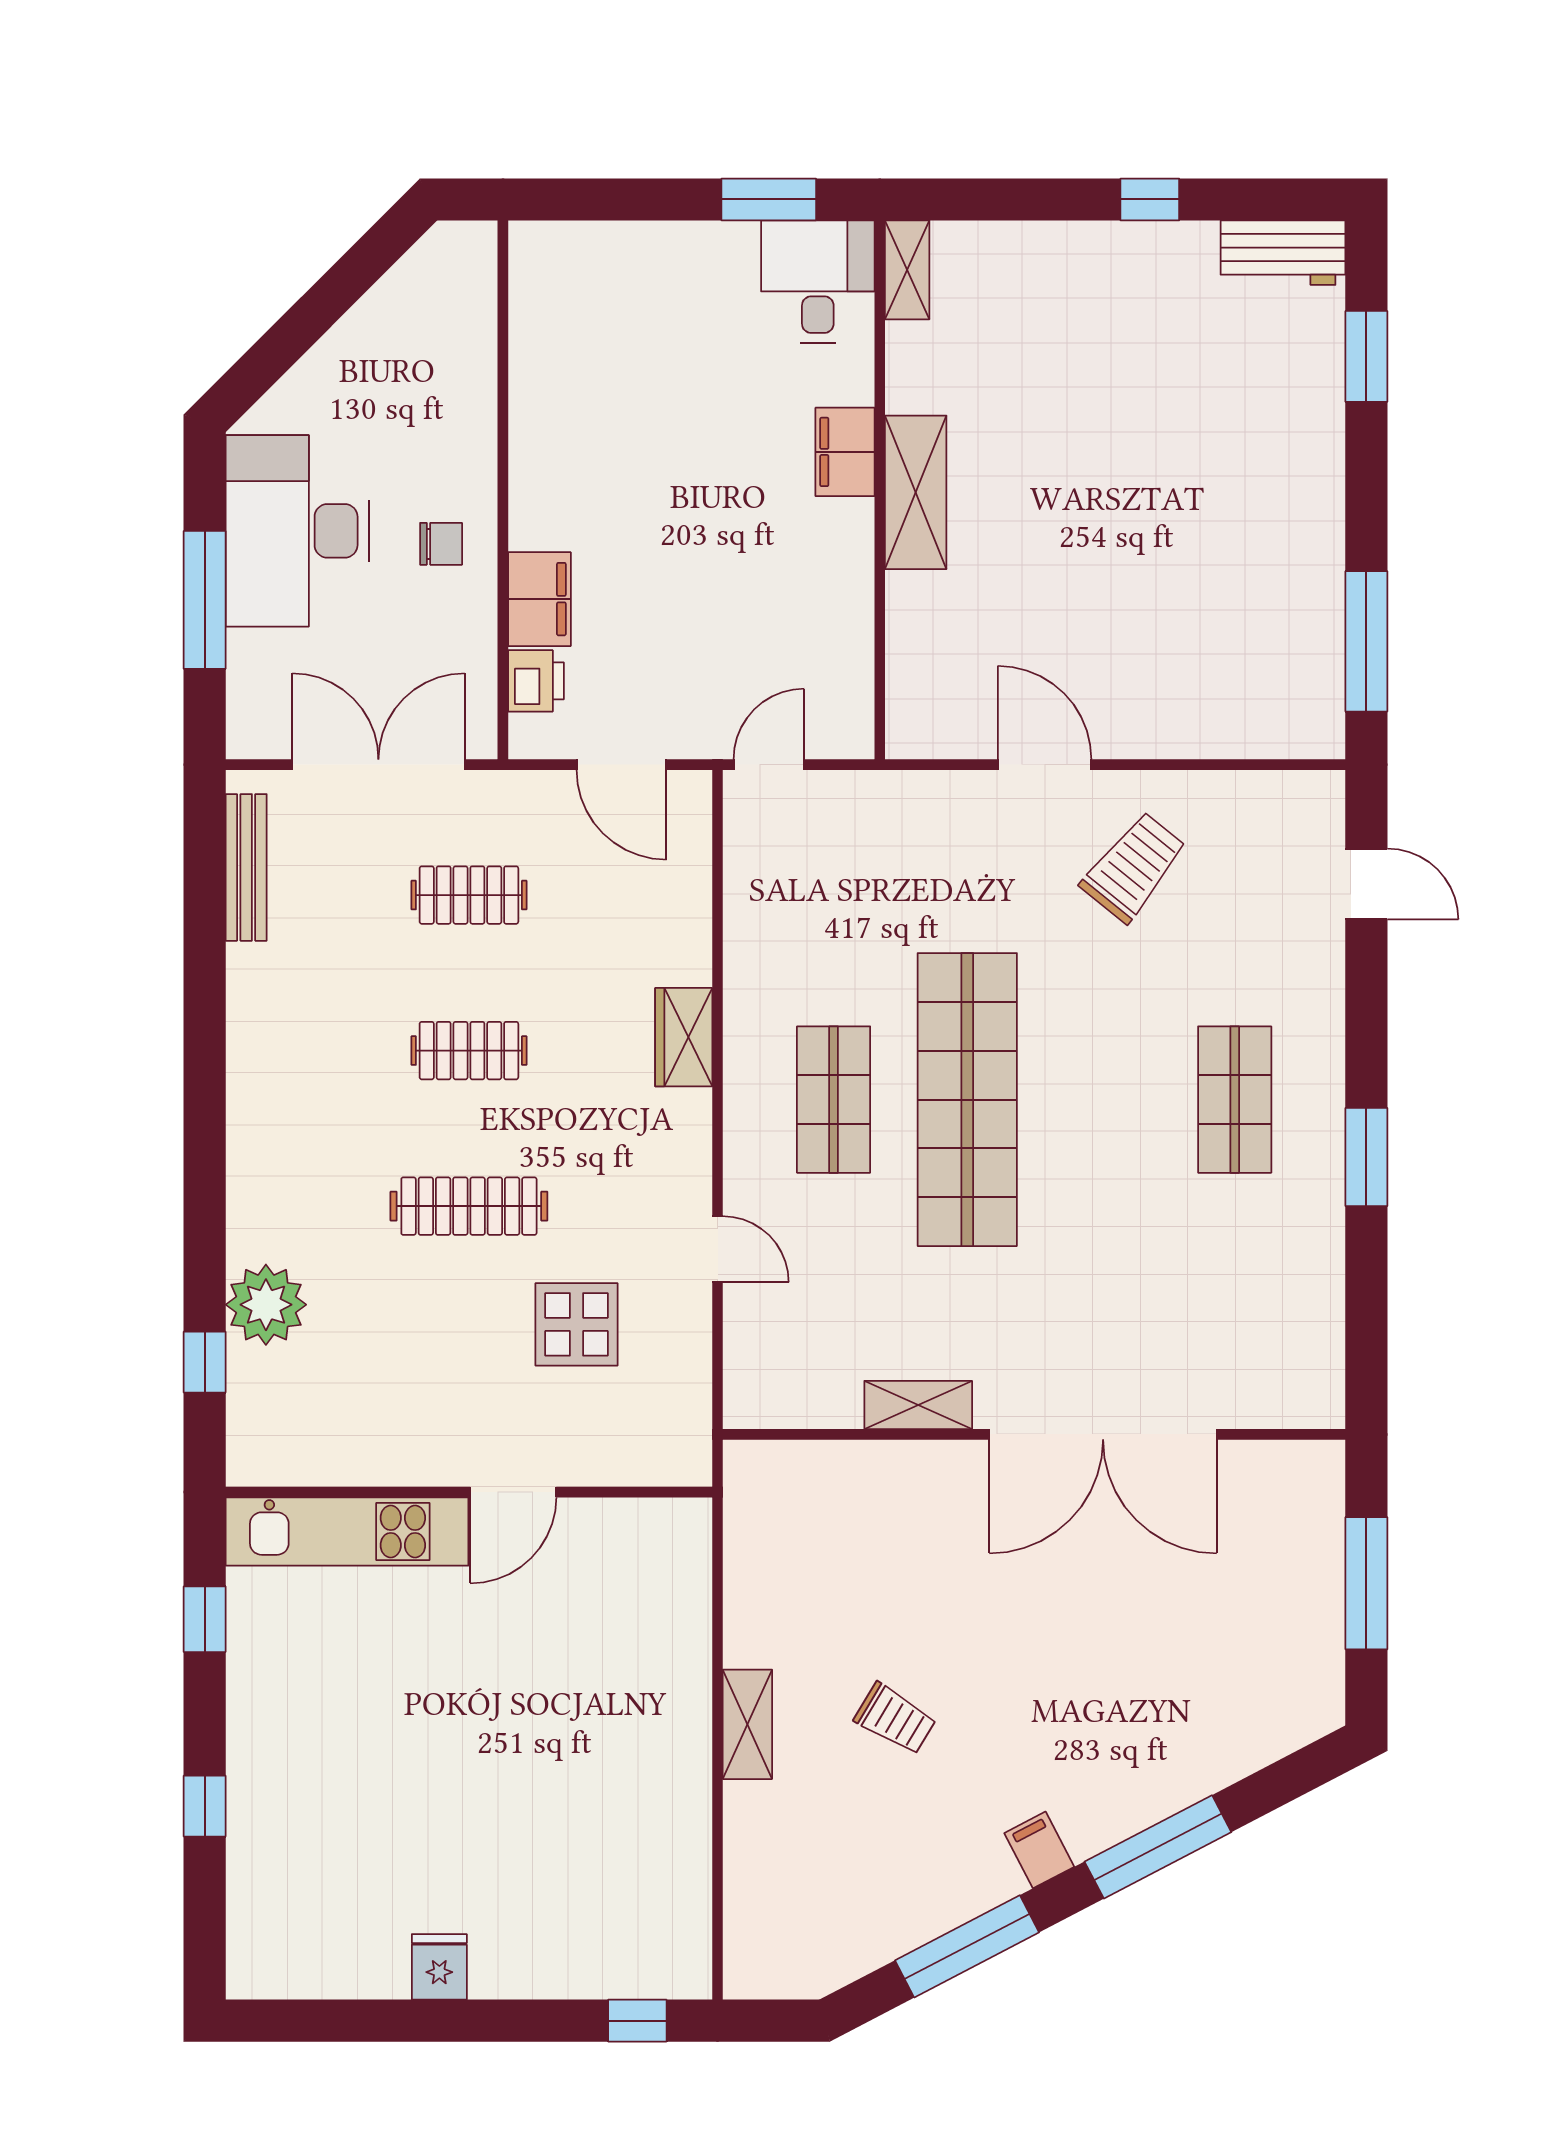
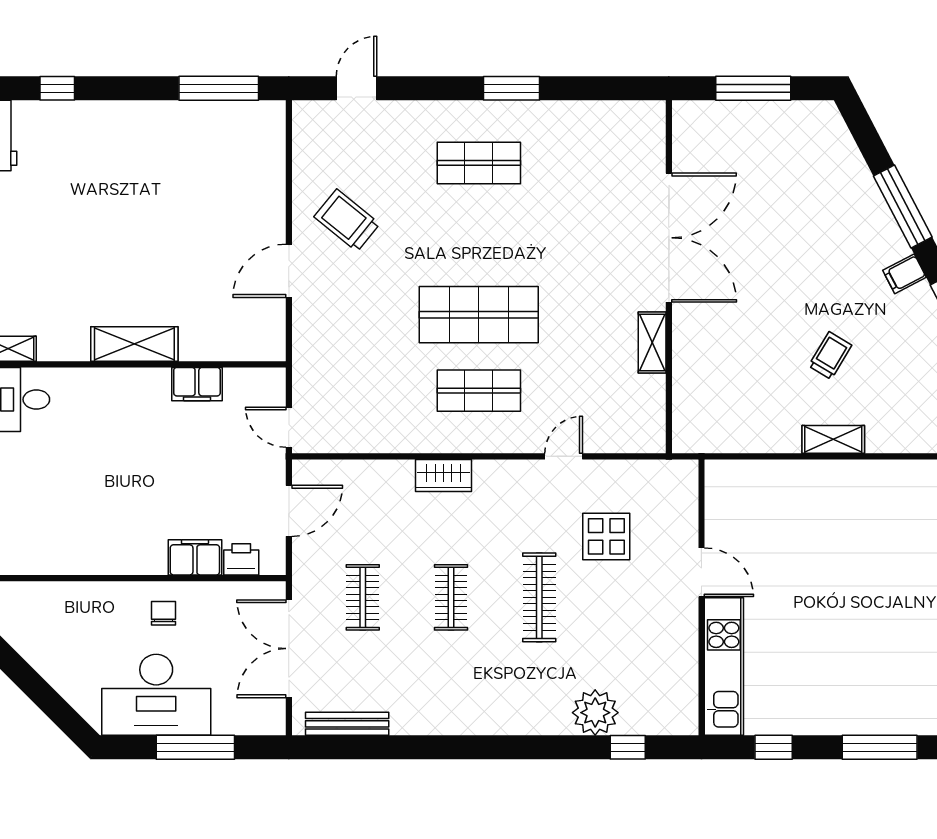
window: (1366, 356) -> (57, 88), width x0.67
filing cabinet: (845, 452) -> (197, 384), moved
shop shelf: (967, 1100) -> (479, 315), width x0.71
window: (205, 1806) -> (880, 747), width x2.17

